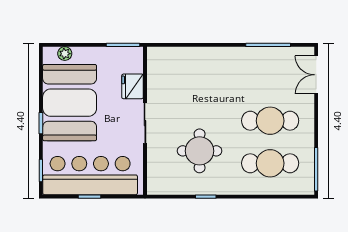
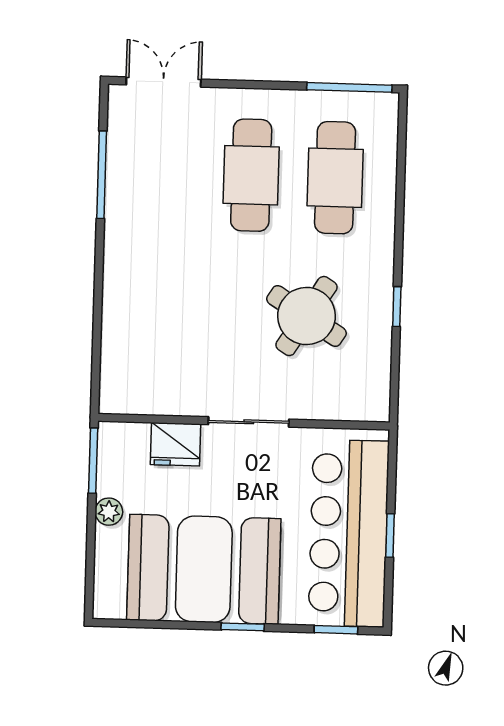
plant: (65, 54) -> (109, 512), moved
double door: (316, 75) -> (164, 82), swing flipped
round table: (200, 151) -> (306, 316), turned 32

